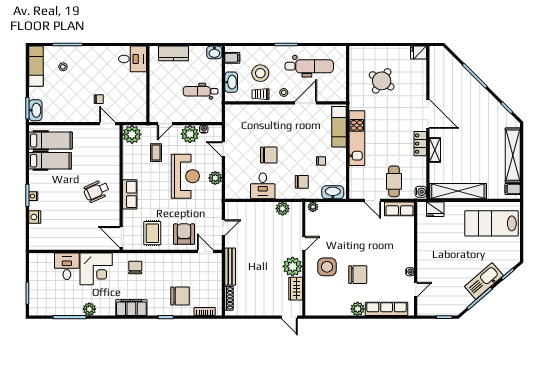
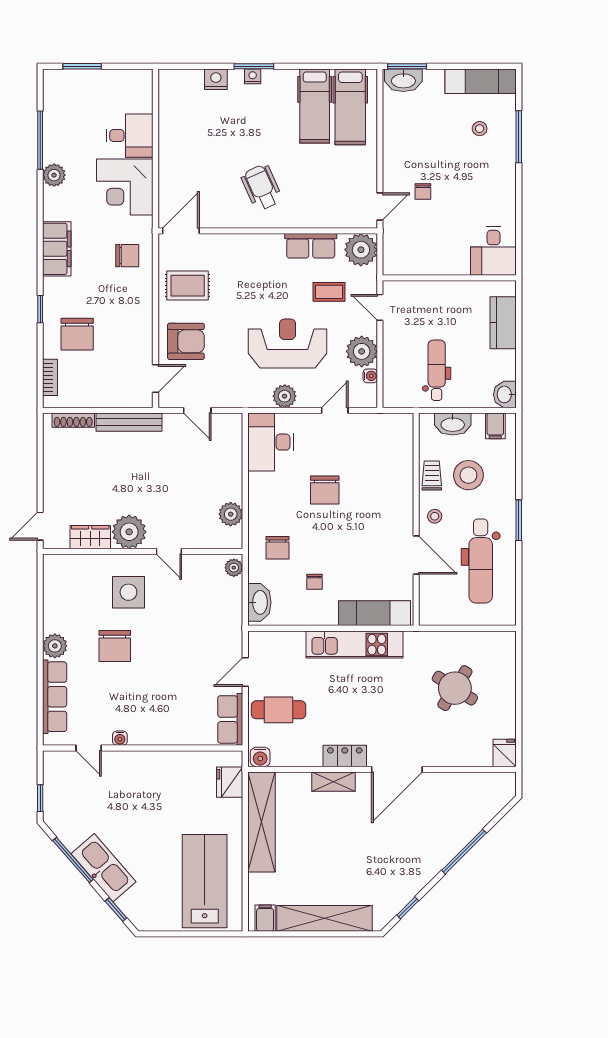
reception desk: (185, 176) -> (288, 344), turned 180
desk: (263, 186) -> (271, 442), moved, width x1.37
row of seats: (130, 194) -> (311, 246), moved

